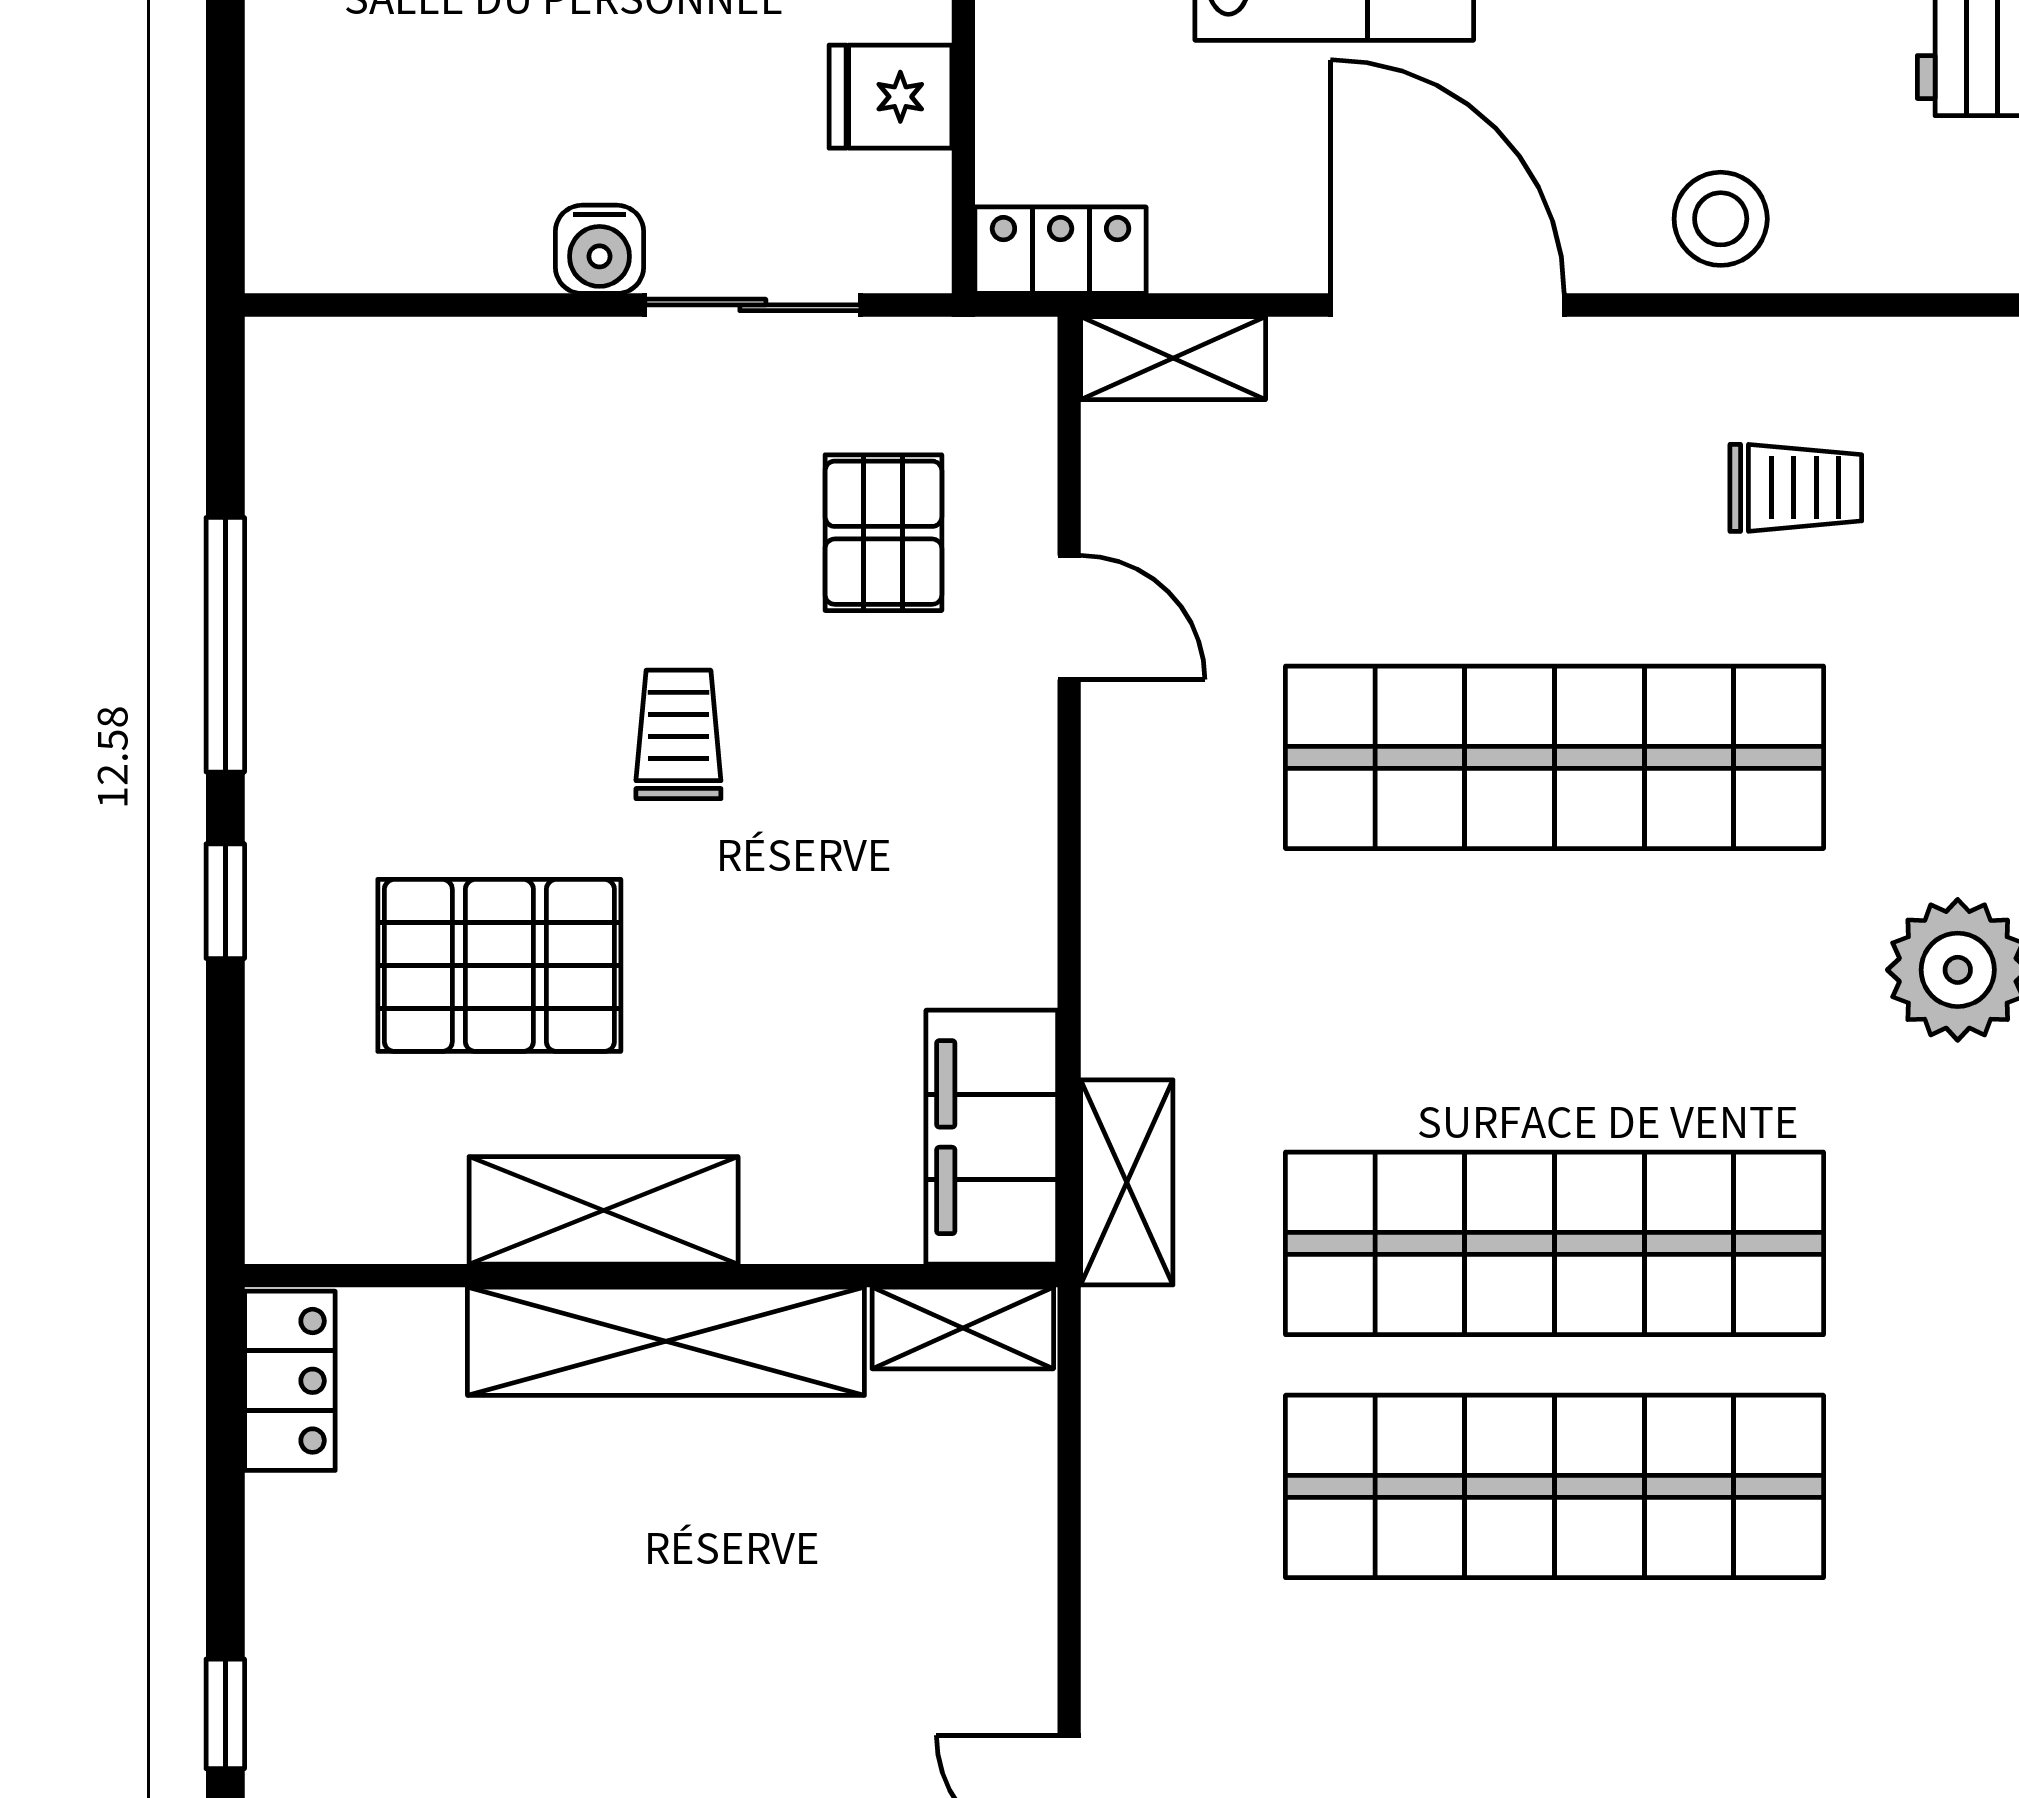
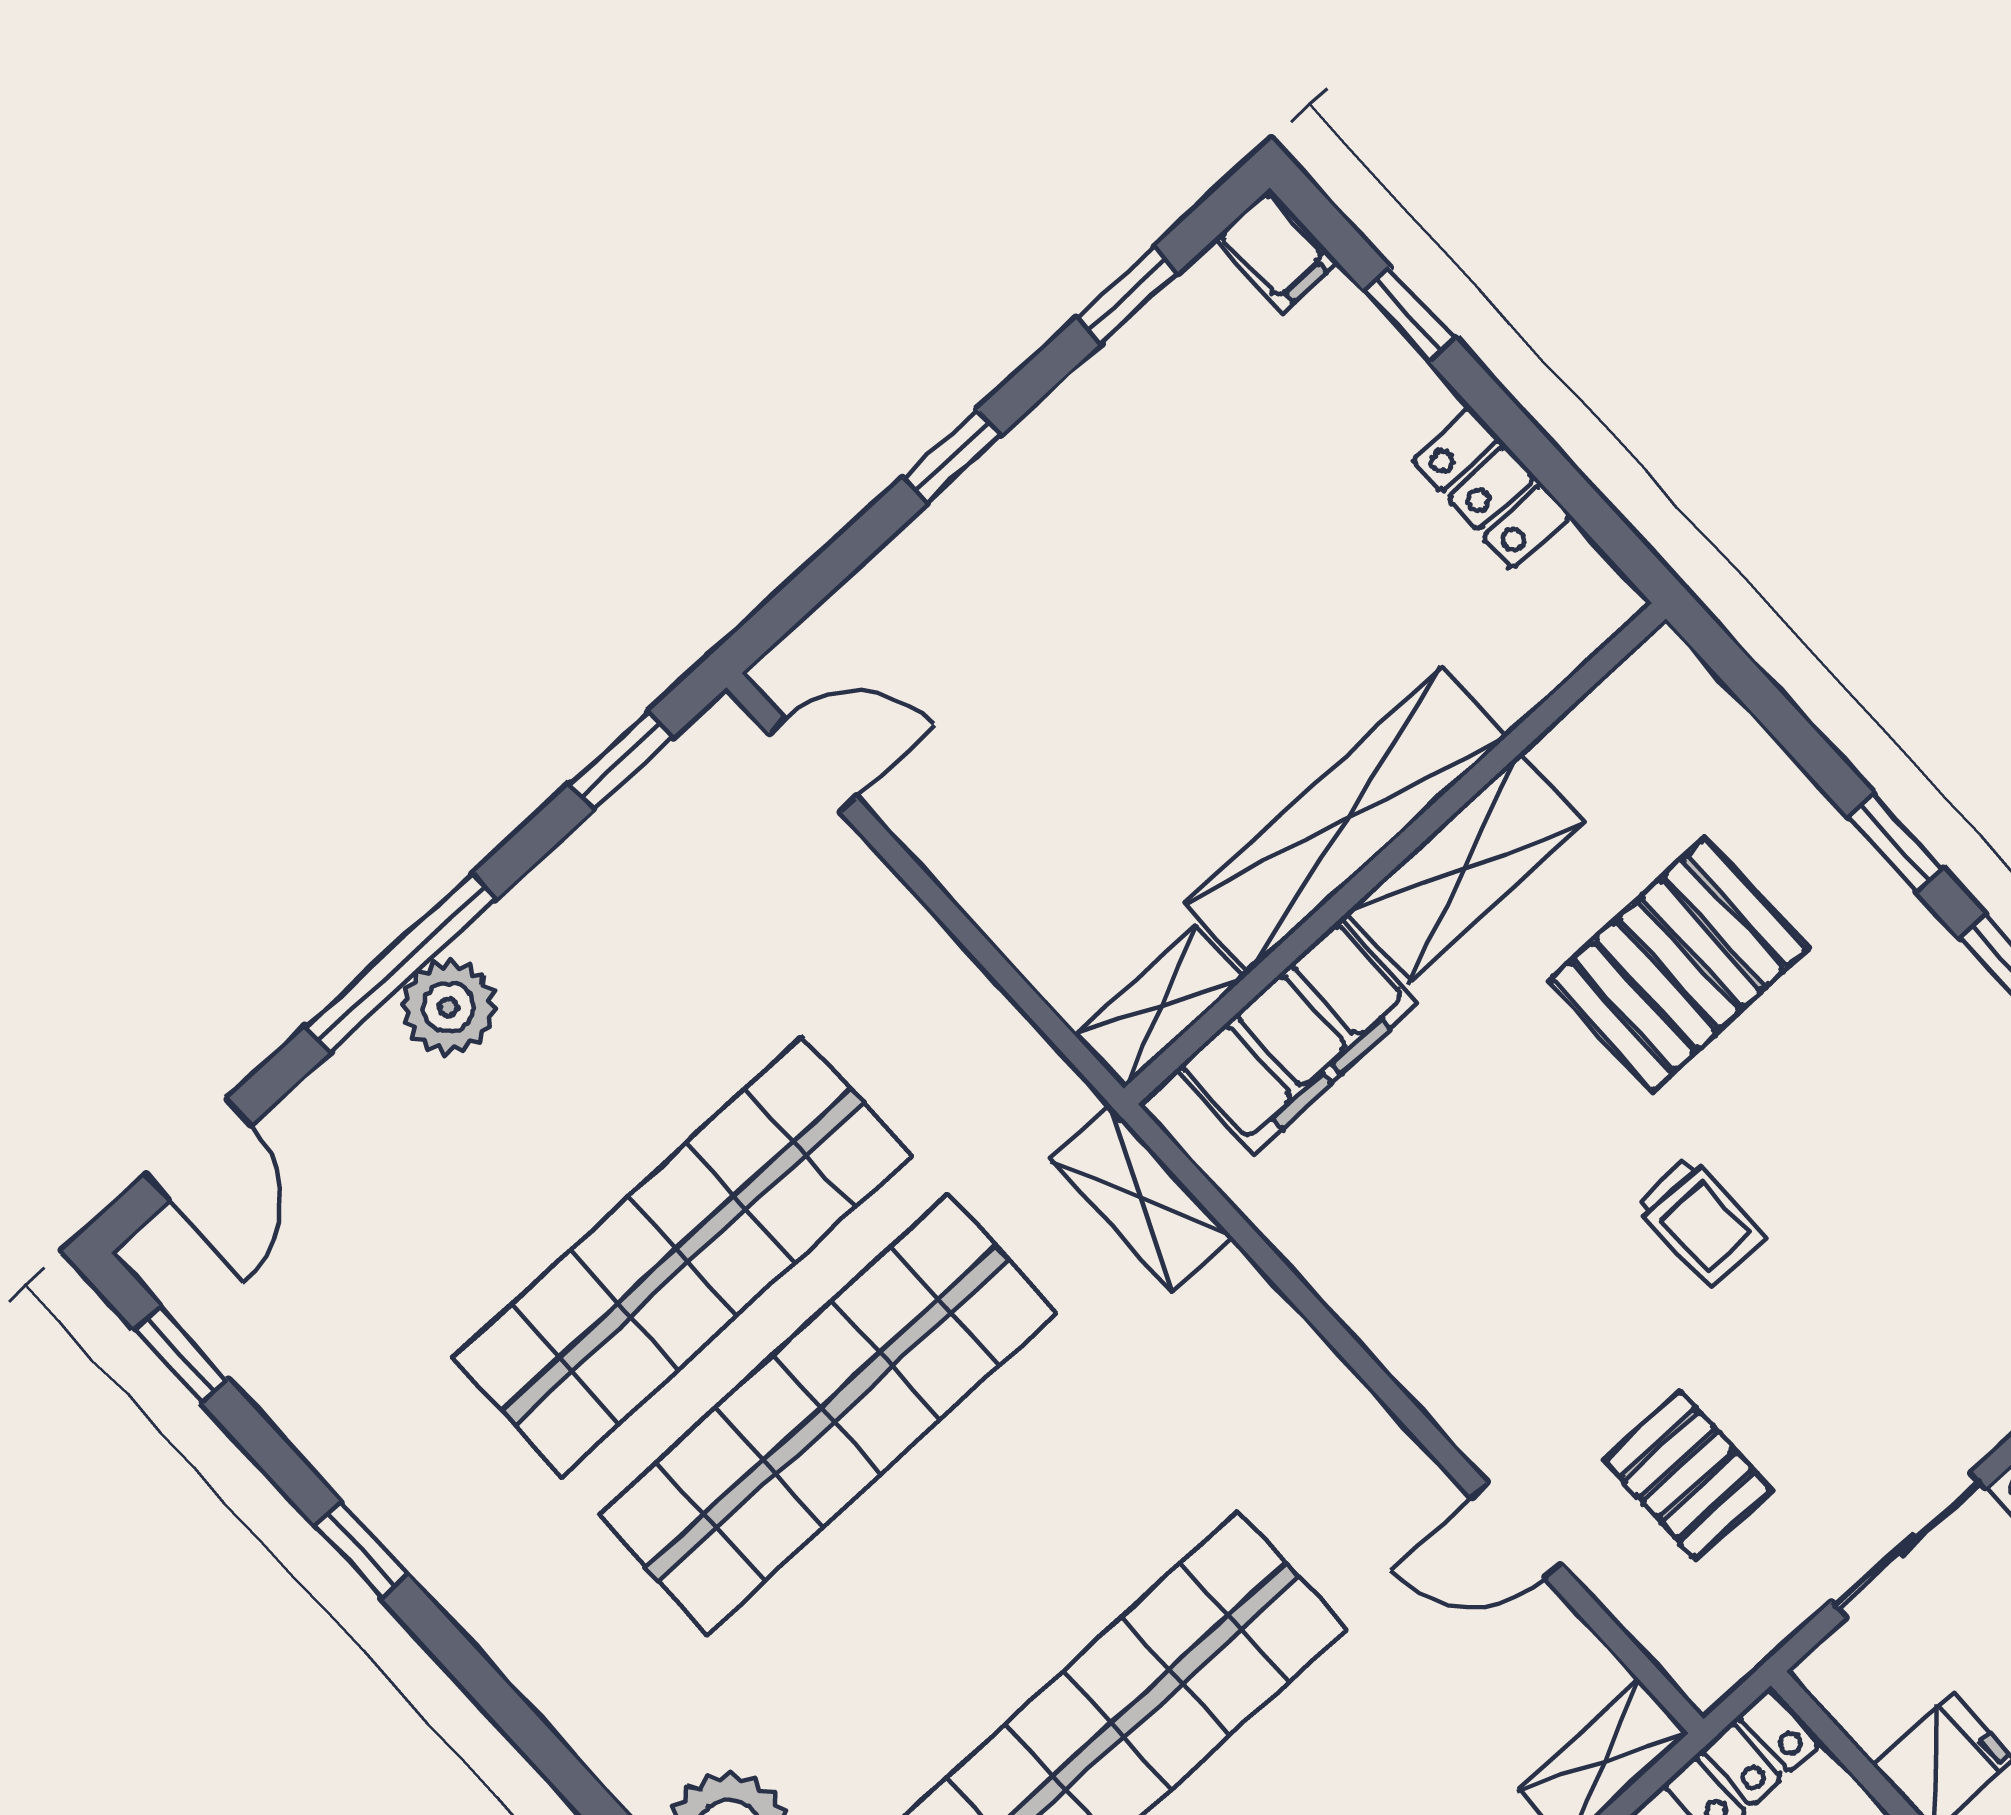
filing cabinet: (992, 1137) -> (1297, 1036), moved, turned 90
locker: (290, 1381) -> (1491, 488), moved

